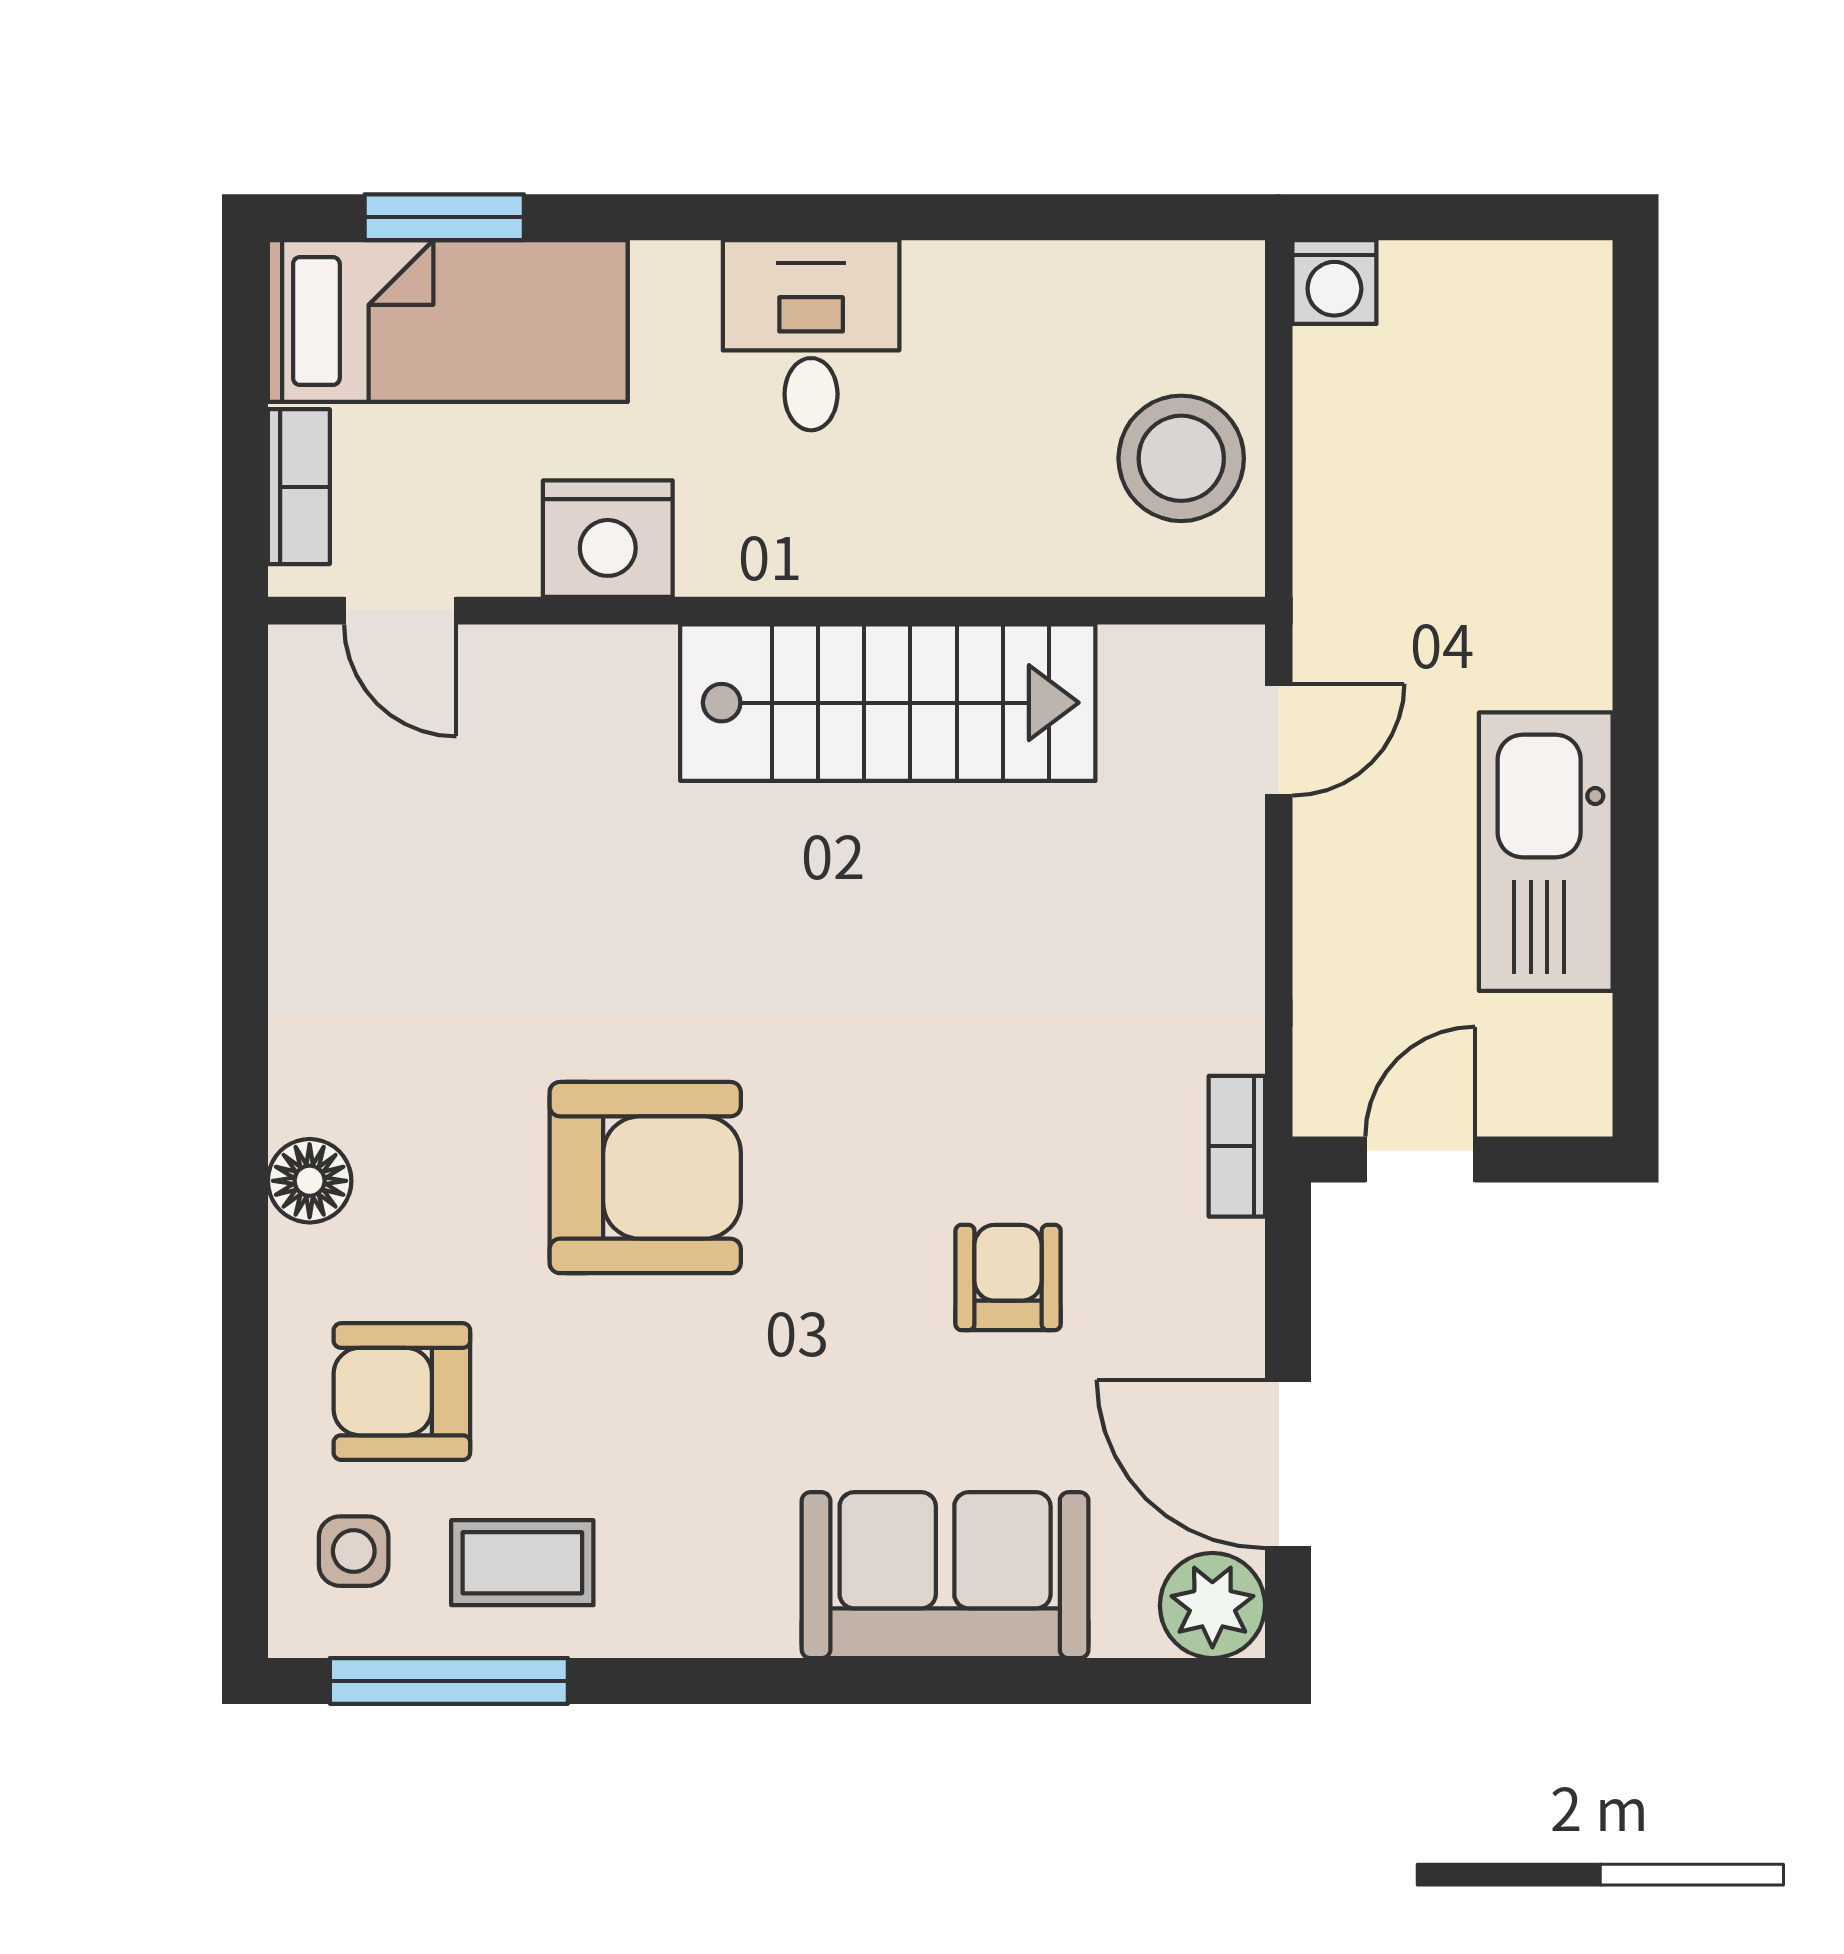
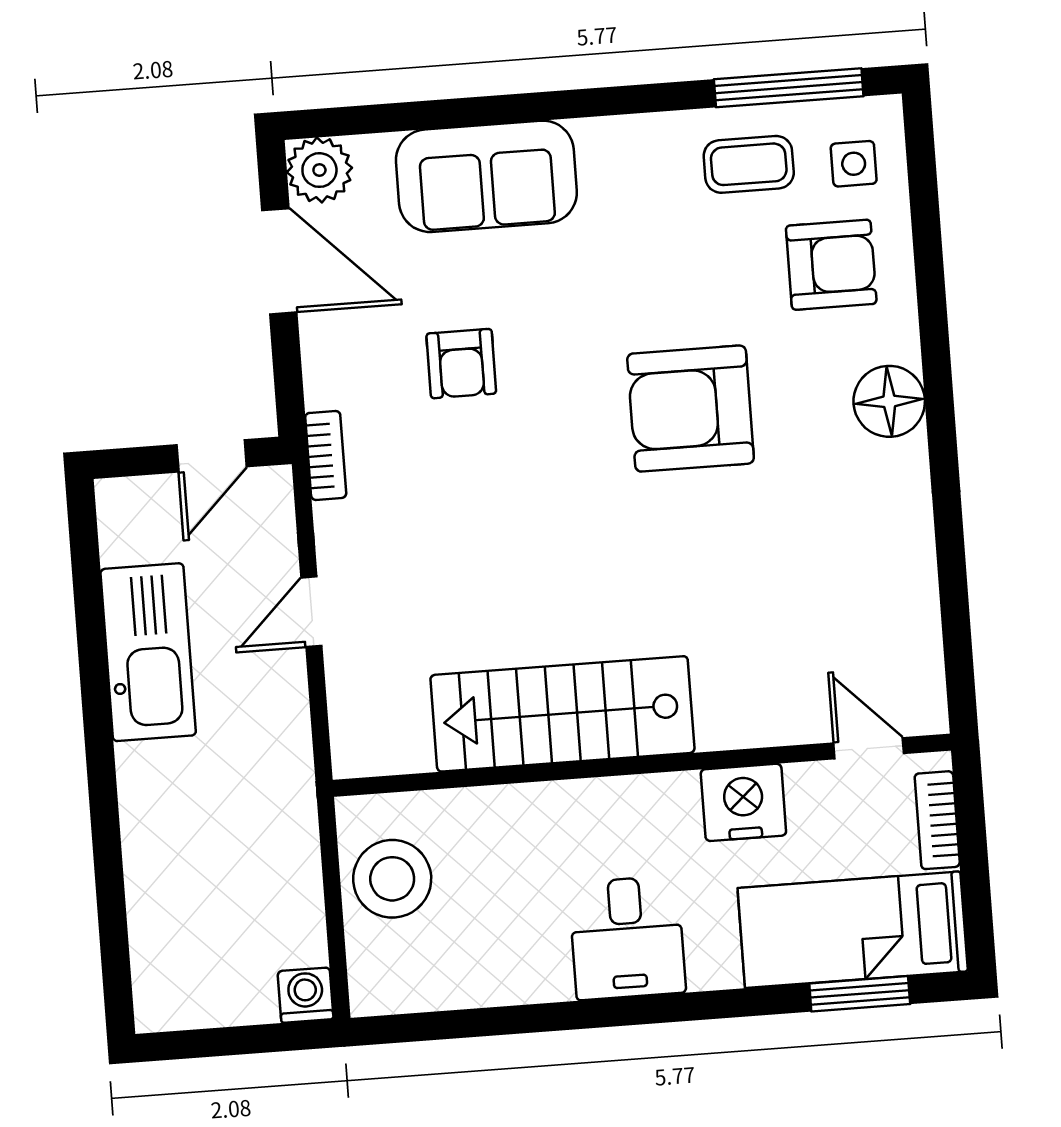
door: (1279, 740) -> (311, 612), moved
floor lamp: (310, 1181) -> (889, 401), width x1.38, depth x1.38

